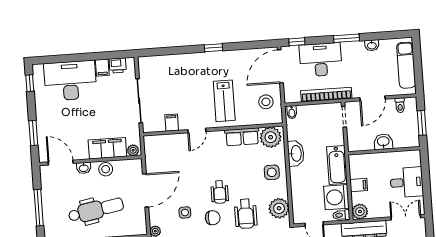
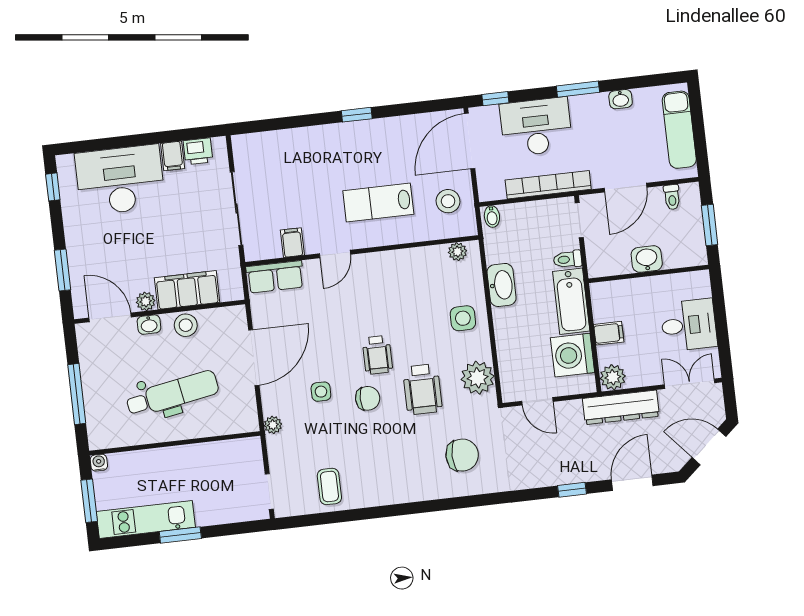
lab bench: (224, 101) -> (378, 202), turned 90
row of seats: (242, 137) -> (275, 277), moved
plant: (271, 137) -> (458, 252), width x0.53, depth x0.53
plant: (133, 150) -> (146, 301), moved
toilet: (341, 215) -> (568, 259), moved

